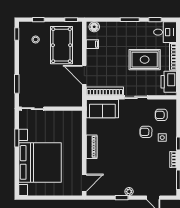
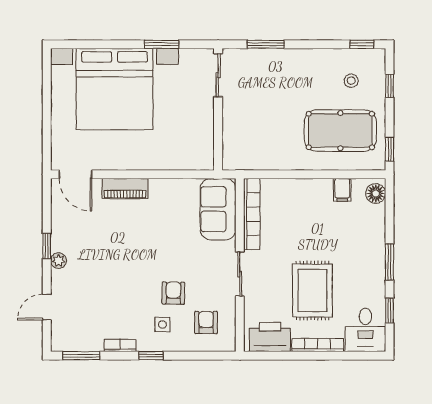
door: (84, 75) -> (283, 174), removed
piano: (92, 147) -> (125, 189), moved

